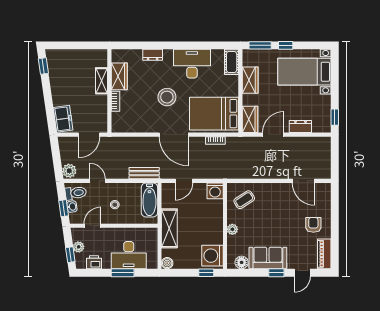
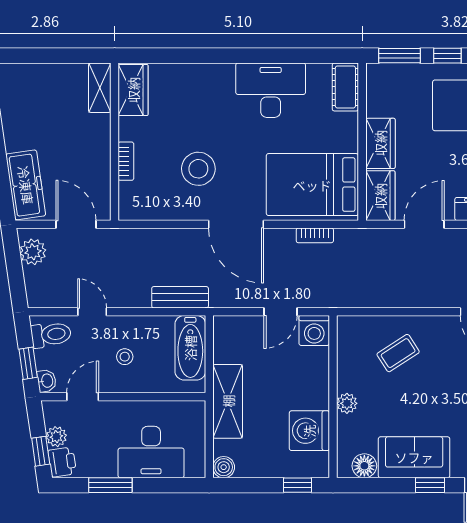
dresser: (153, 55) -> (196, 73), removed
wardrobe: (119, 76) -> (133, 90), moved
wardrobe: (250, 80) -> (380, 143), moved
shelving: (102, 81) -> (100, 88), moved
stool: (167, 97) -> (198, 169), moved
freezer: (63, 119) -> (26, 185), width x1.40
door: (89, 135) -> (76, 224), swing flipped
plant: (69, 171) -> (33, 252), moved
door: (184, 181) -> (280, 312), moved
coffee table: (244, 200) -> (398, 353), moved
washbasin: (72, 207) -> (47, 381), moved
washing machine: (212, 256) -> (309, 431), moved
printer: (94, 262) -> (62, 462), moved, turned 82
window: (123, 273) -> (110, 485), moved

